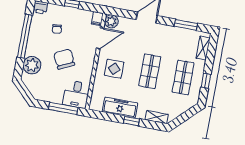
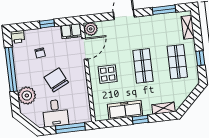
filing cabinet: (97, 19) -> (71, 31), width x2.00
desk: (76, 94) -> (55, 113), moved

